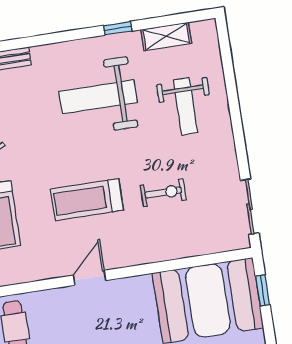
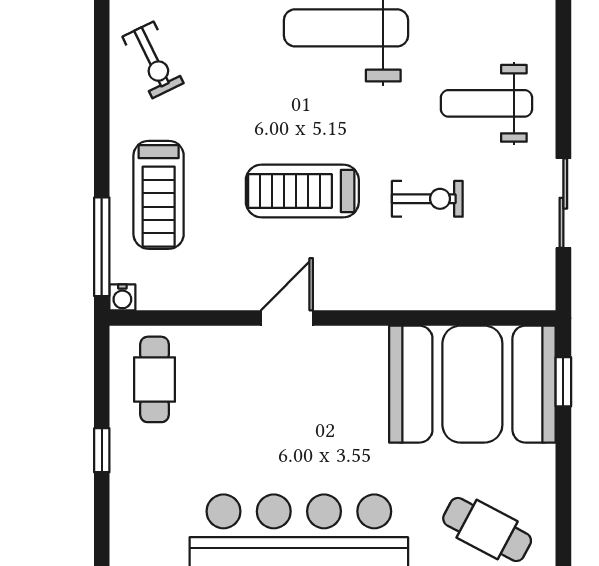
weight bench: (185, 106) -> (486, 103), moved, turned 90
sliding door: (250, 207) -> (563, 203), moved

